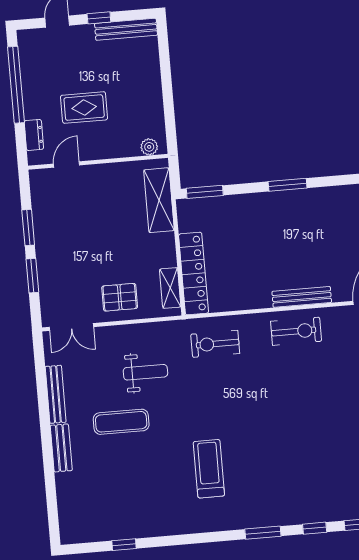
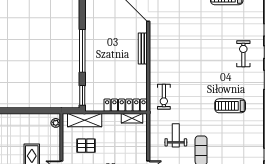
window: (288, 185) -> (82, 51), width x2.11
pallet: (120, 297) -> (86, 146), moved, turned 90
exercise bike: (296, 331) -> (243, 54), moved

